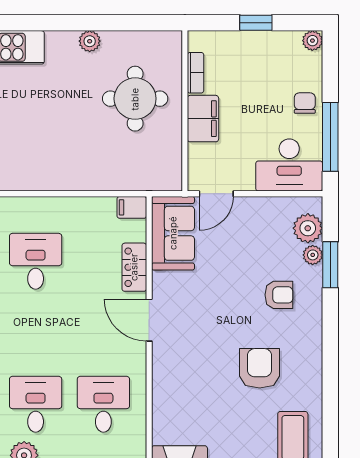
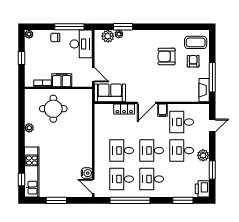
filing cabinet: (132, 207) -> (163, 110), moved
armchair: (279, 295) -> (193, 61), moved
desk: (36, 333) -> (152, 151), added

